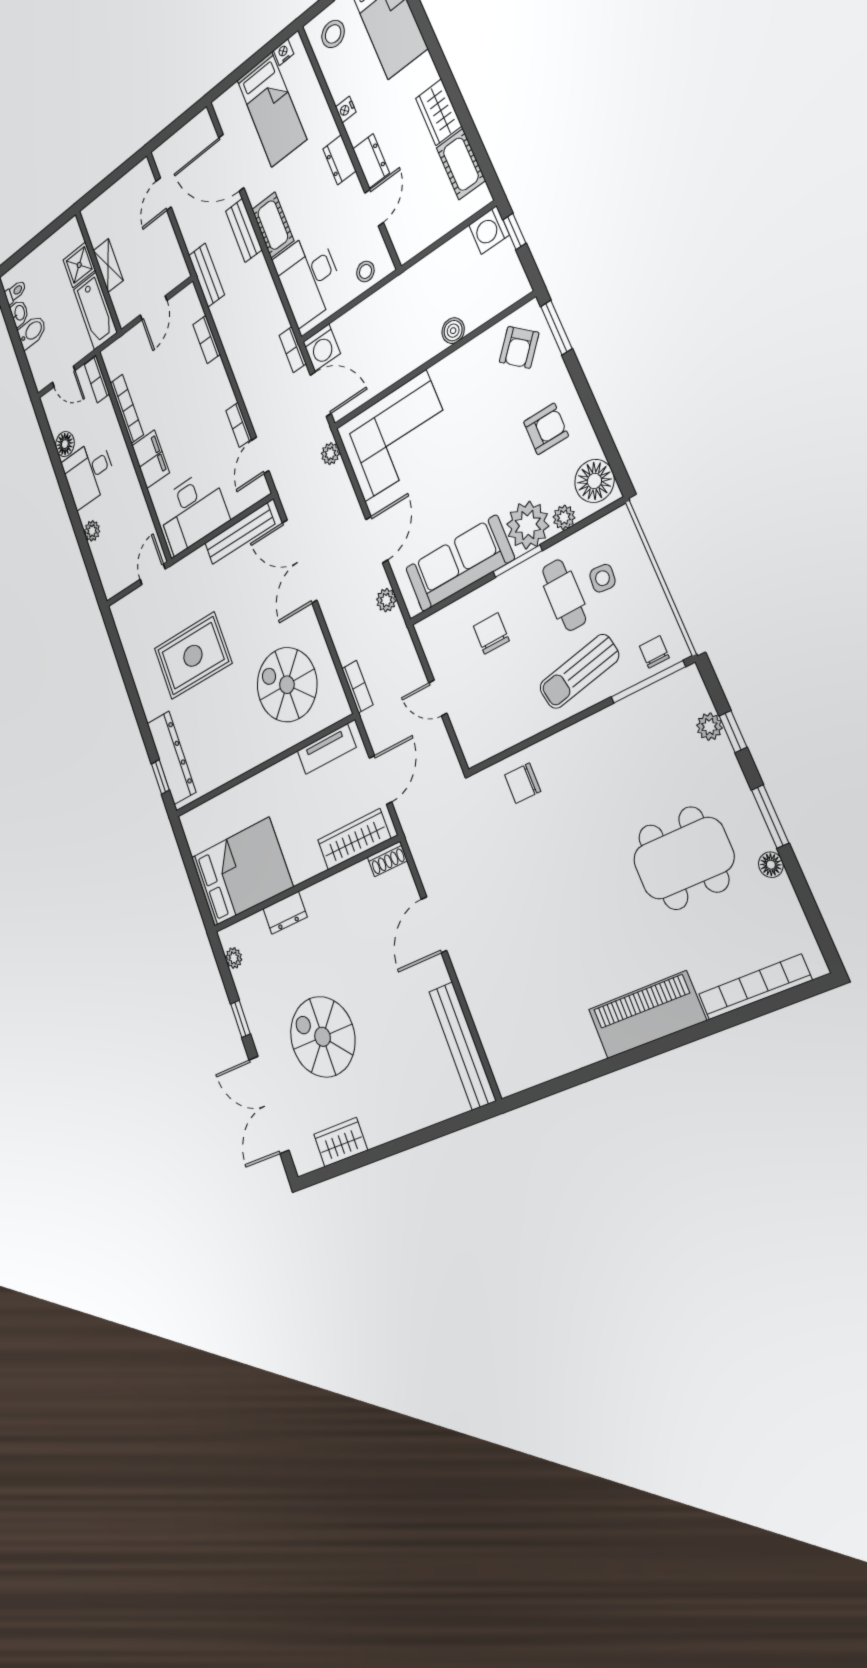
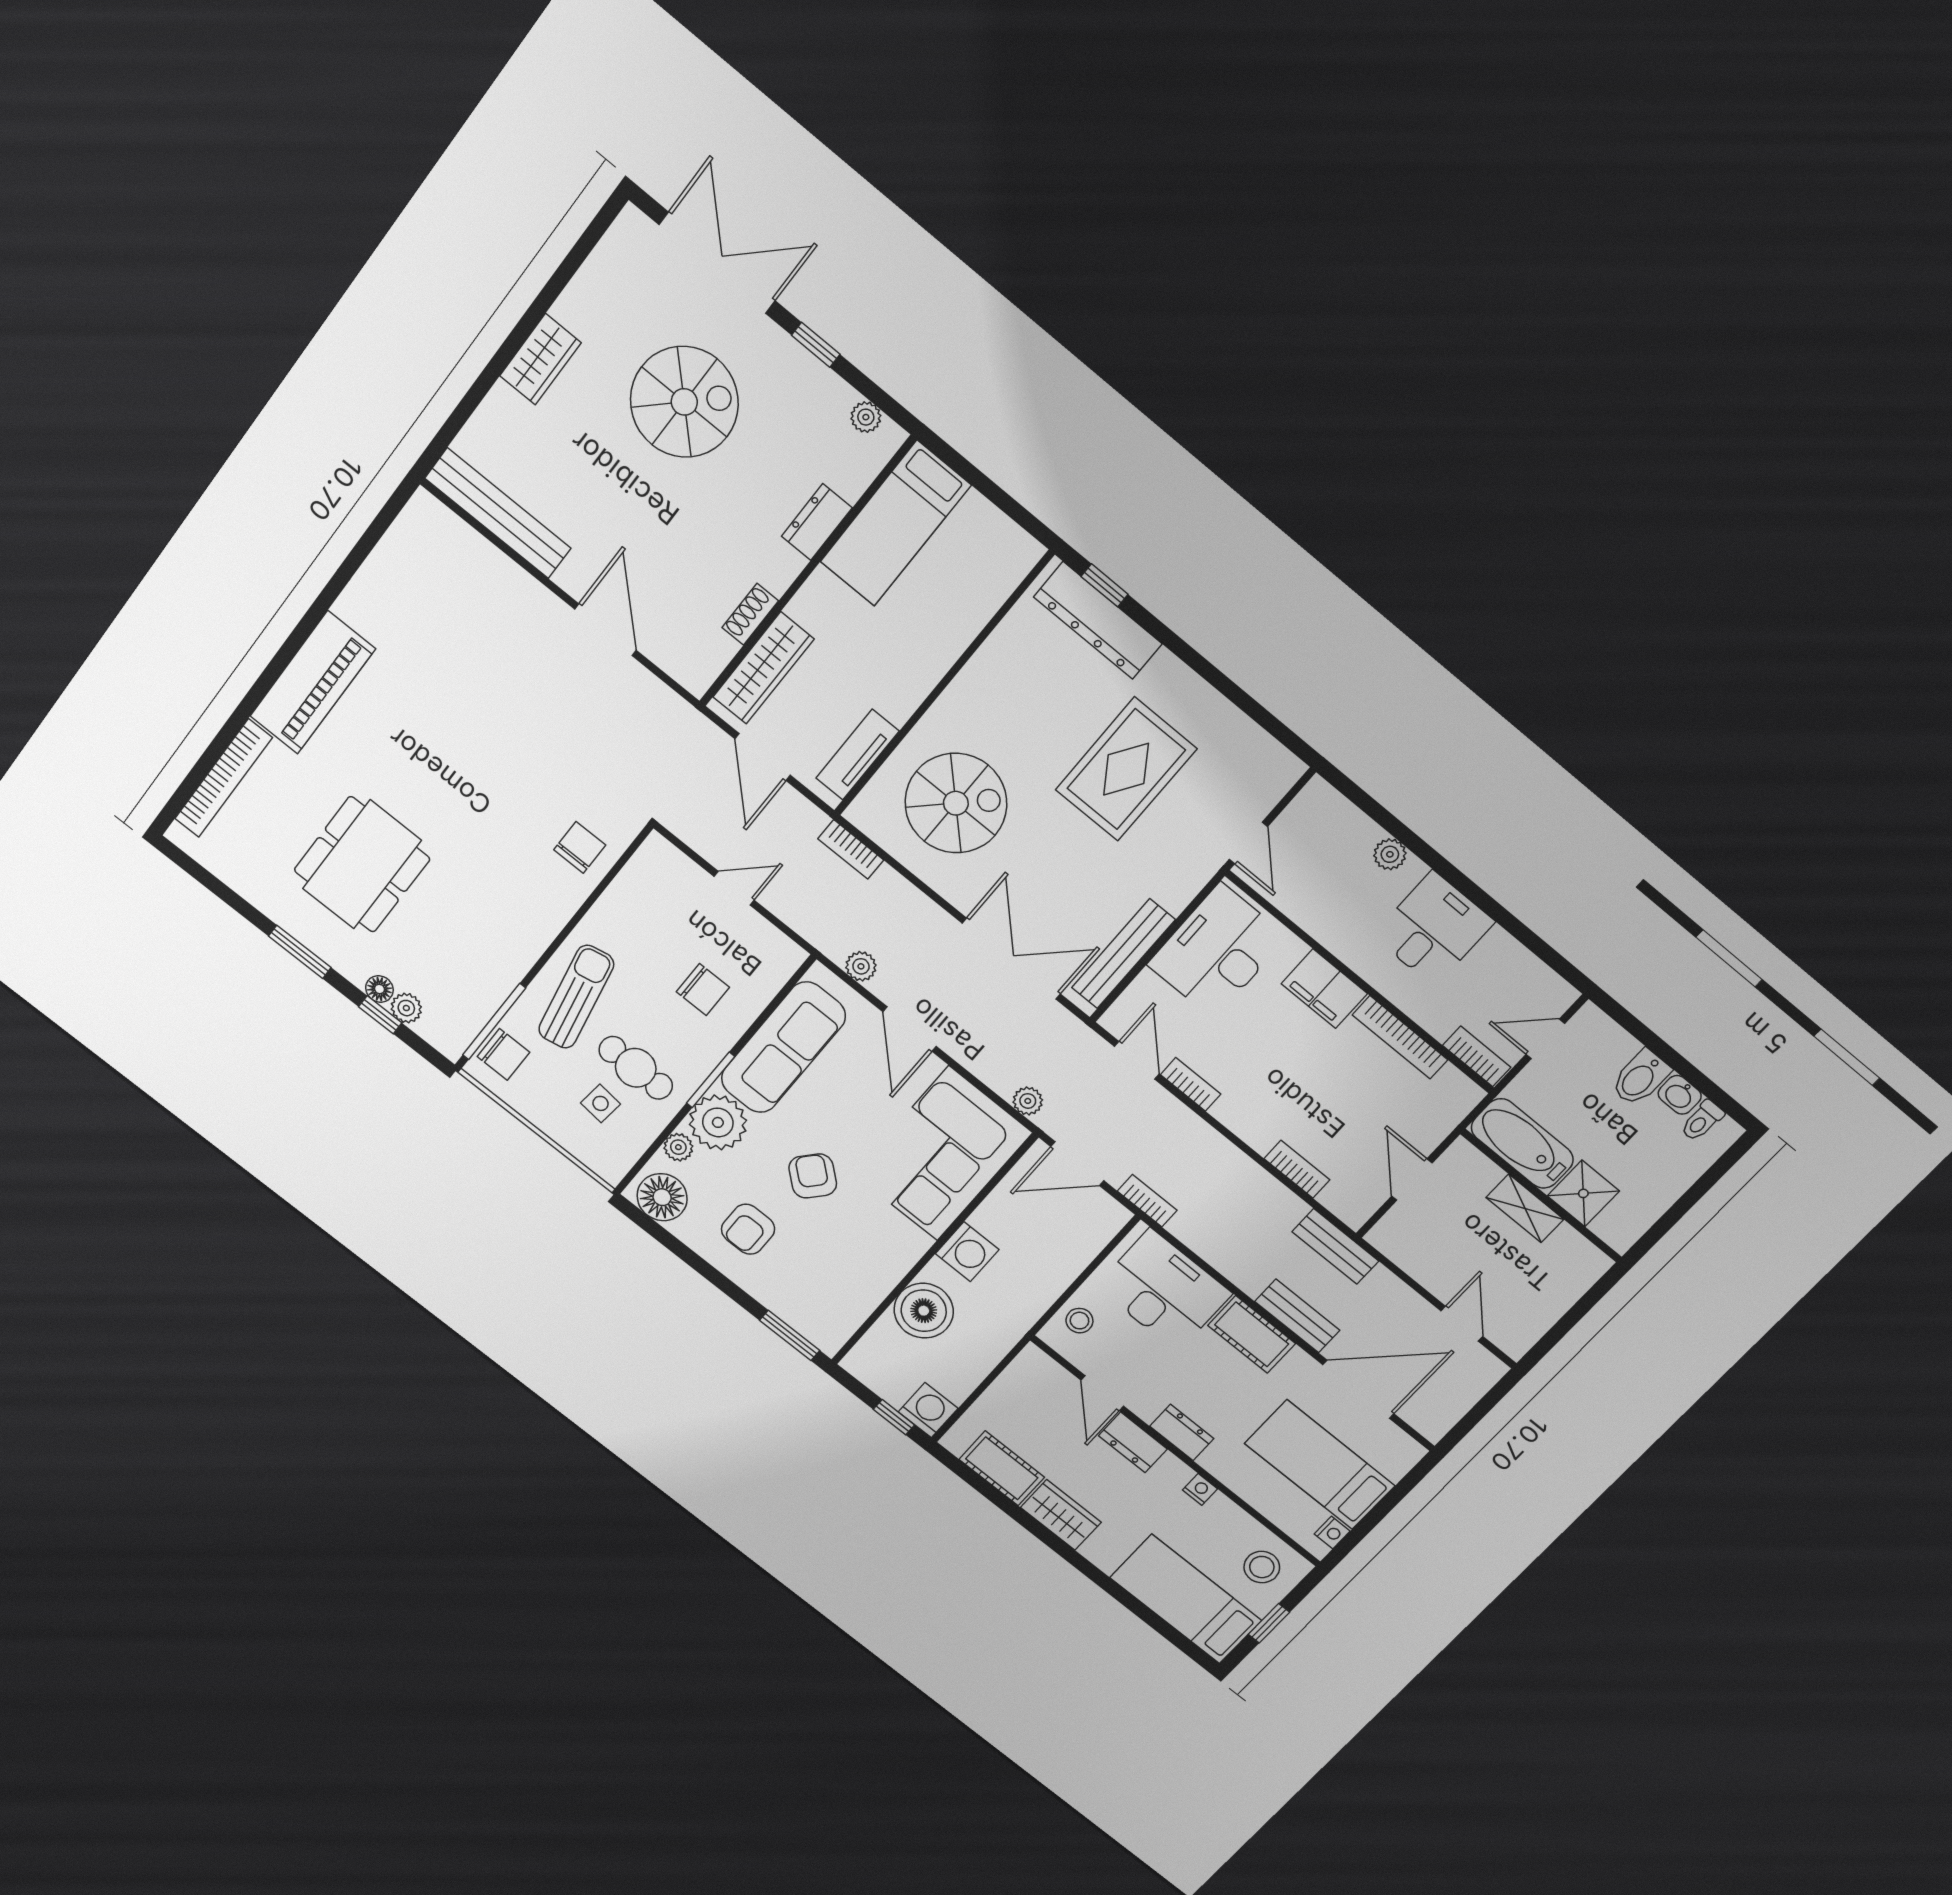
boiler: (453, 331) -> (924, 1311), width x1.86, depth x1.86
armchair: (519, 347) -> (813, 1176), moved
washing machine: (322, 348) -> (967, 1252), moved, turned 180
floor lamp: (65, 444) -> (1500, 950), removed
chair: (654, 652) -> (503, 1054), width x1.37, depth x1.37
shoe rack: (387, 859) -> (750, 614), moved
floor lamp: (771, 865) -> (379, 989), moved
bed: (242, 872) -> (895, 524), width x0.67
wardrobe: (341, 1142) -> (540, 359), moved

